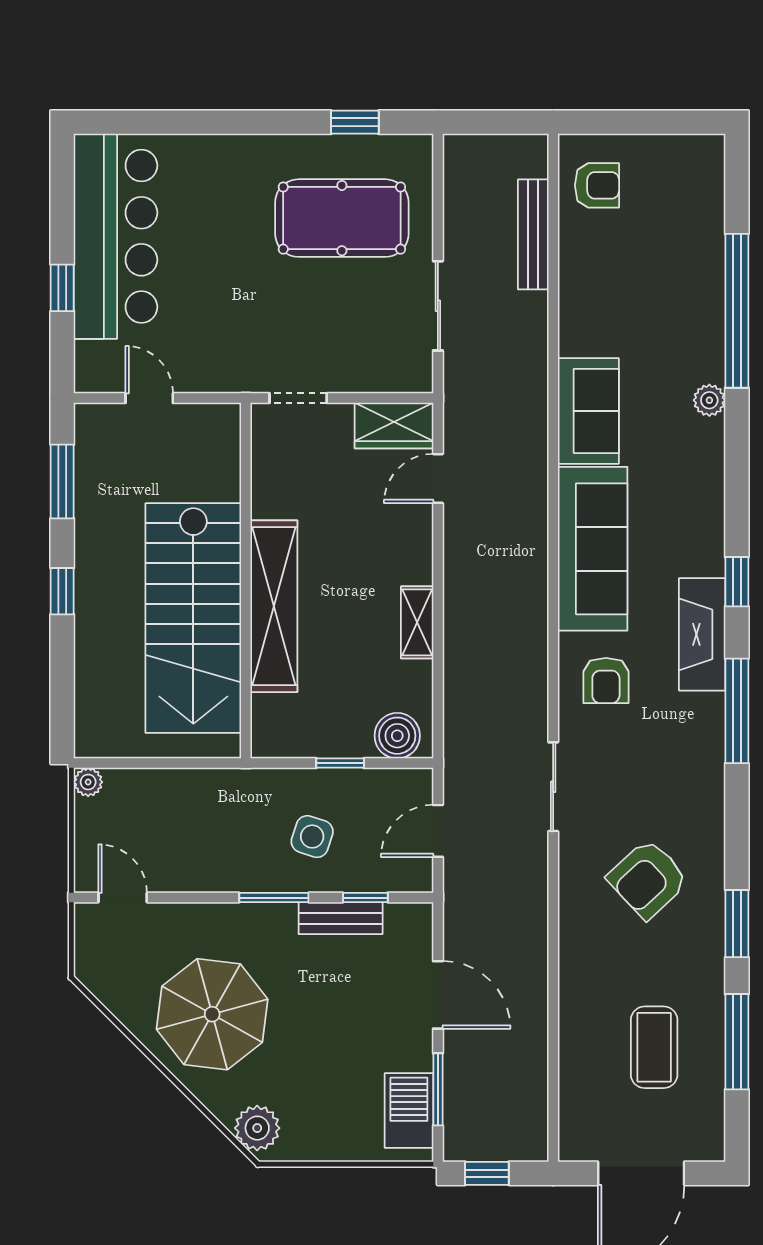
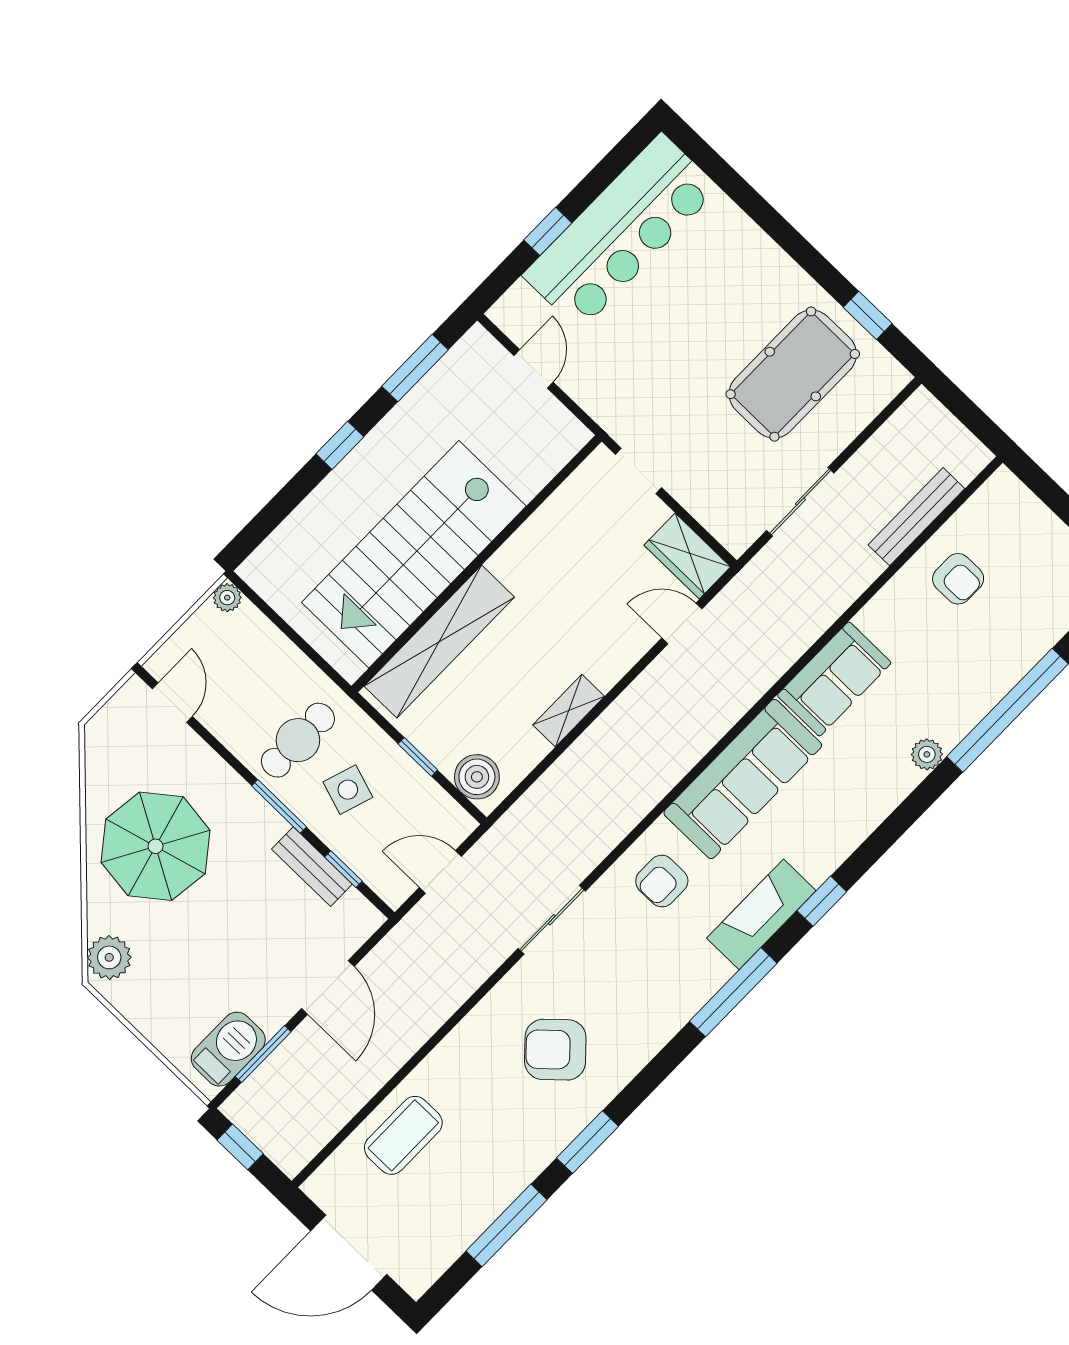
armchair: (597, 185) -> (958, 579), moved
pool table: (342, 218) -> (793, 374), turned 90
shelving: (274, 606) -> (439, 642), moved
cafe table: (241, 836) -> (298, 740), added
coffee table: (654, 1047) -> (403, 1135), moved

